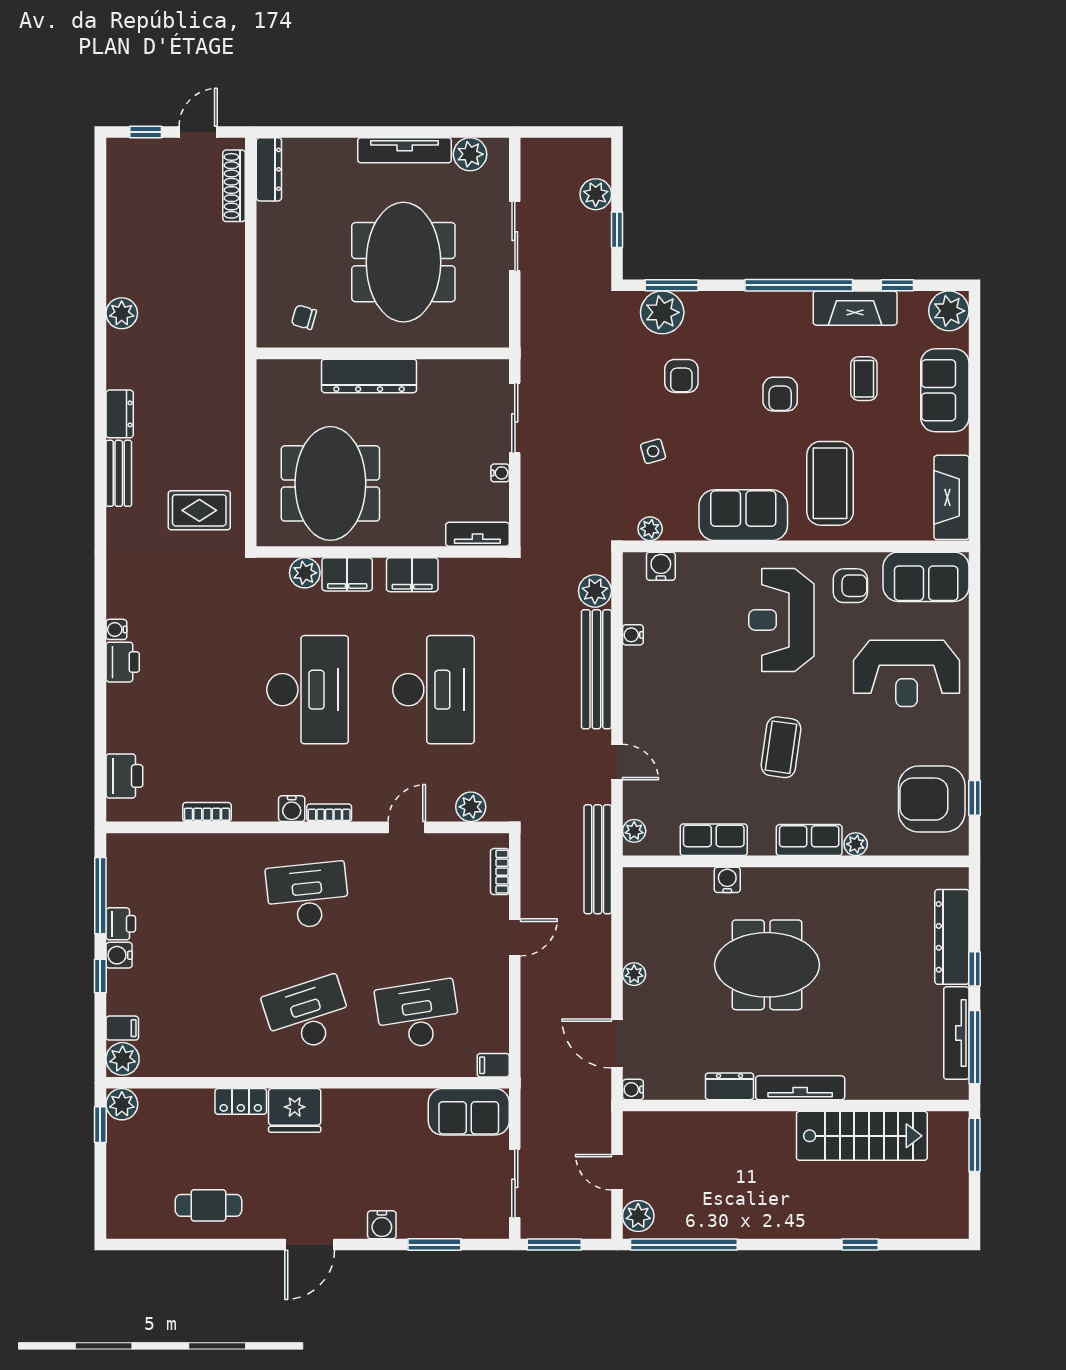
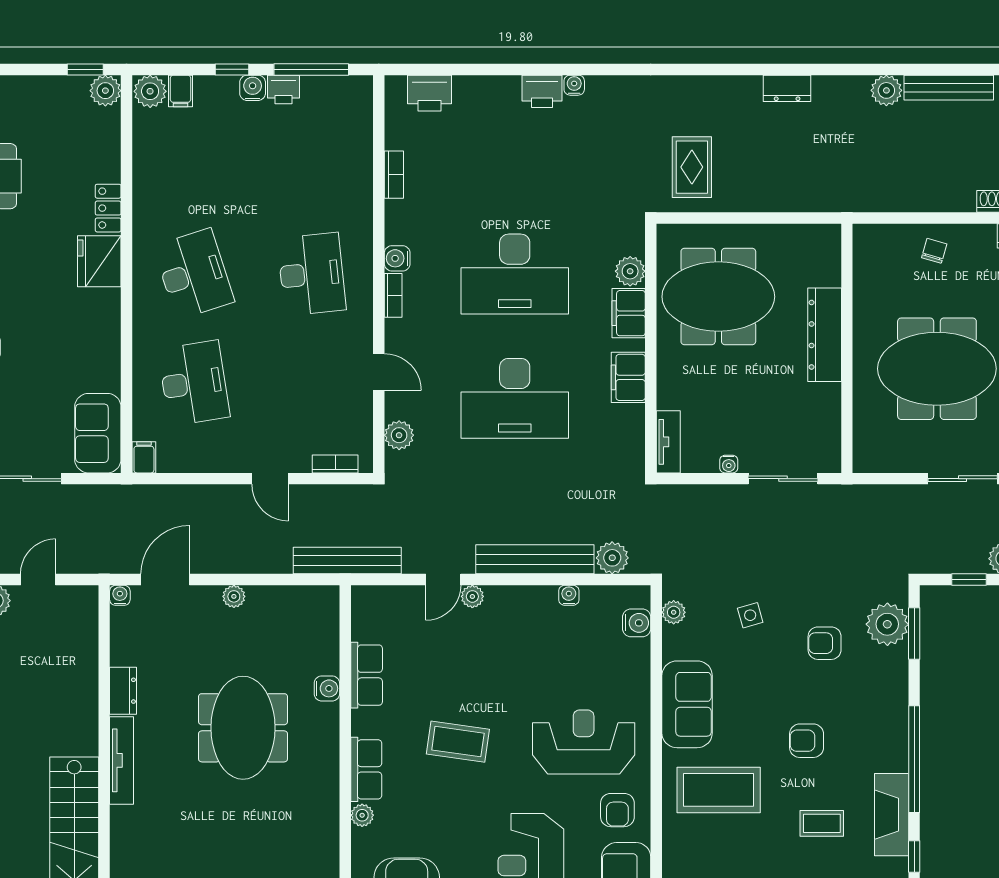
chair: (304, 317) -> (934, 251), moved
bench: (119, 473) -> (949, 88), moved, width x1.36
plant: (634, 831) -> (472, 596), moved

